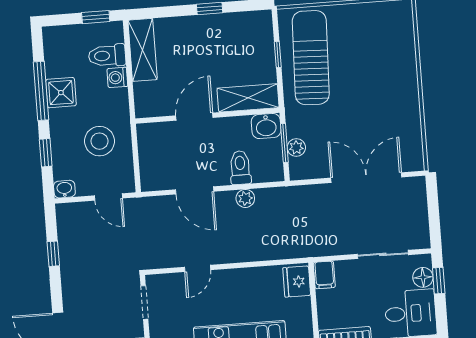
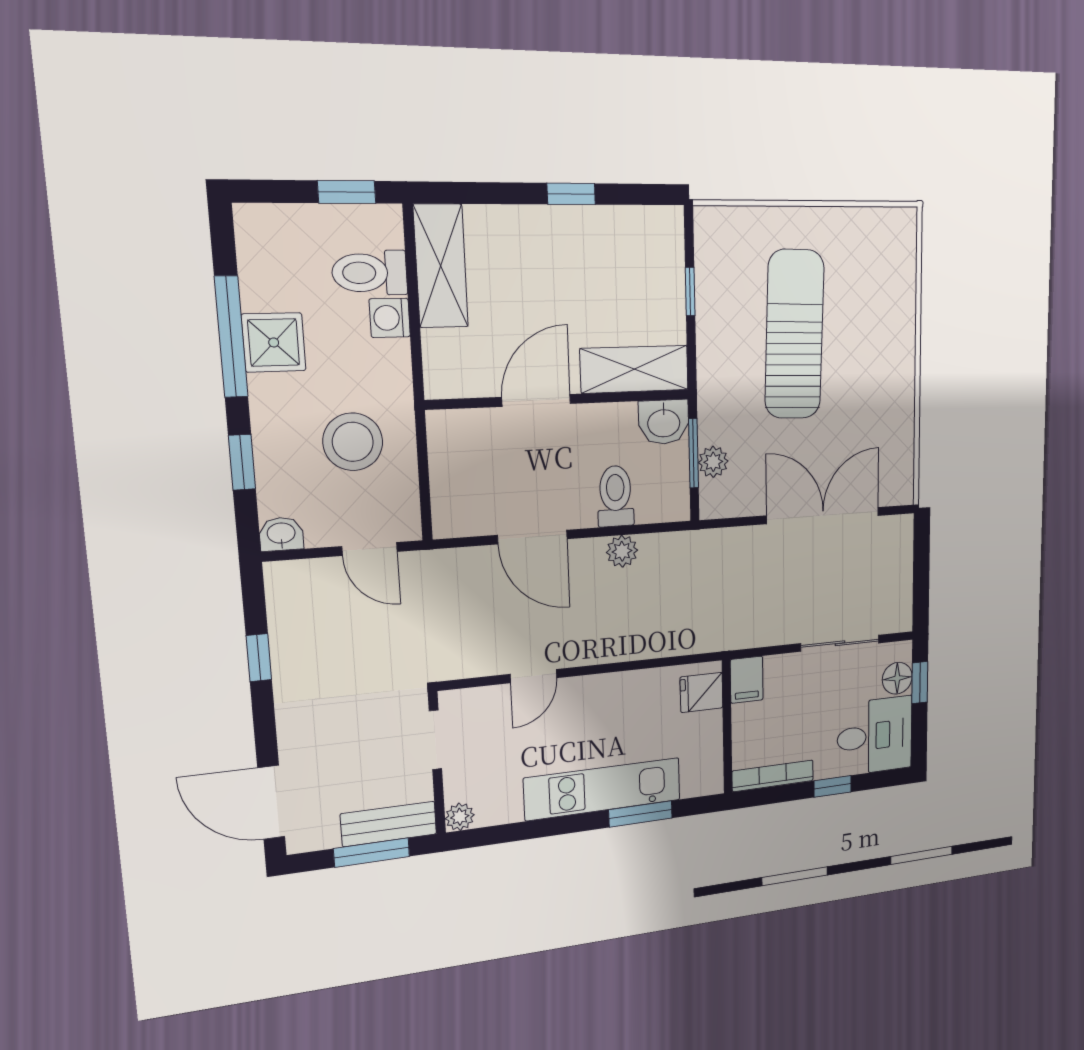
sun lounger: (311, 58) -> (794, 334), moved
fridge: (297, 282) -> (701, 692), width x0.72

